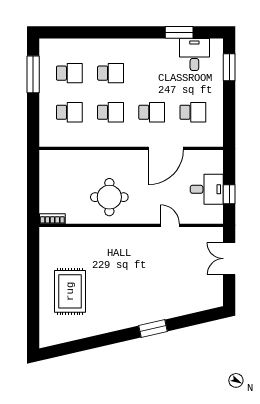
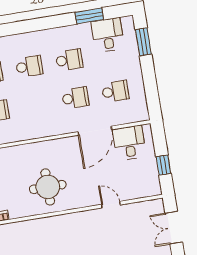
school desk: (111, 112) -> (69, 60), moved
desk: (207, 189) -> (129, 143), moved, turned -90

